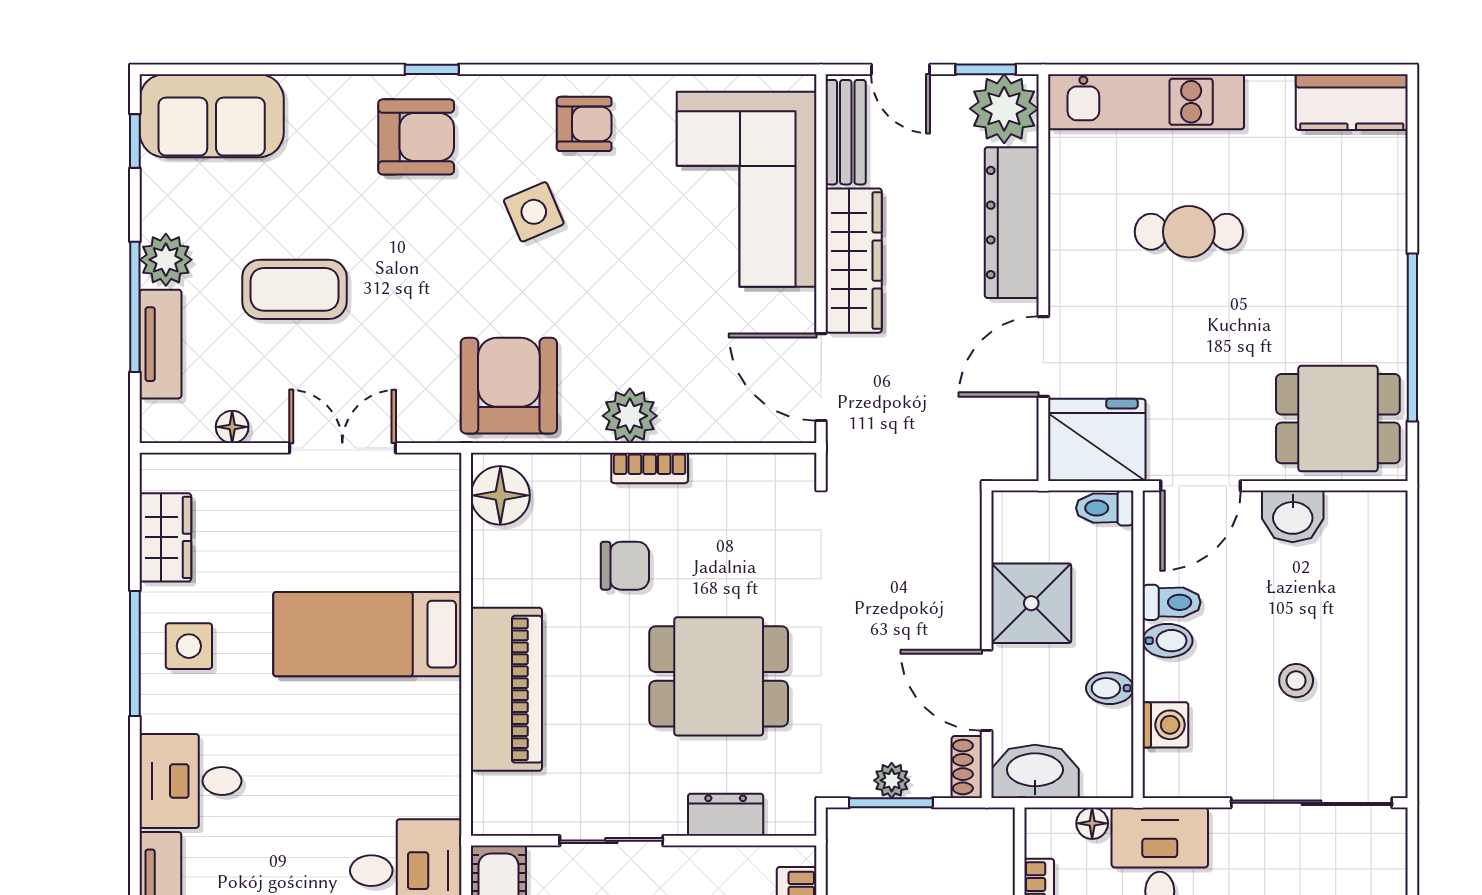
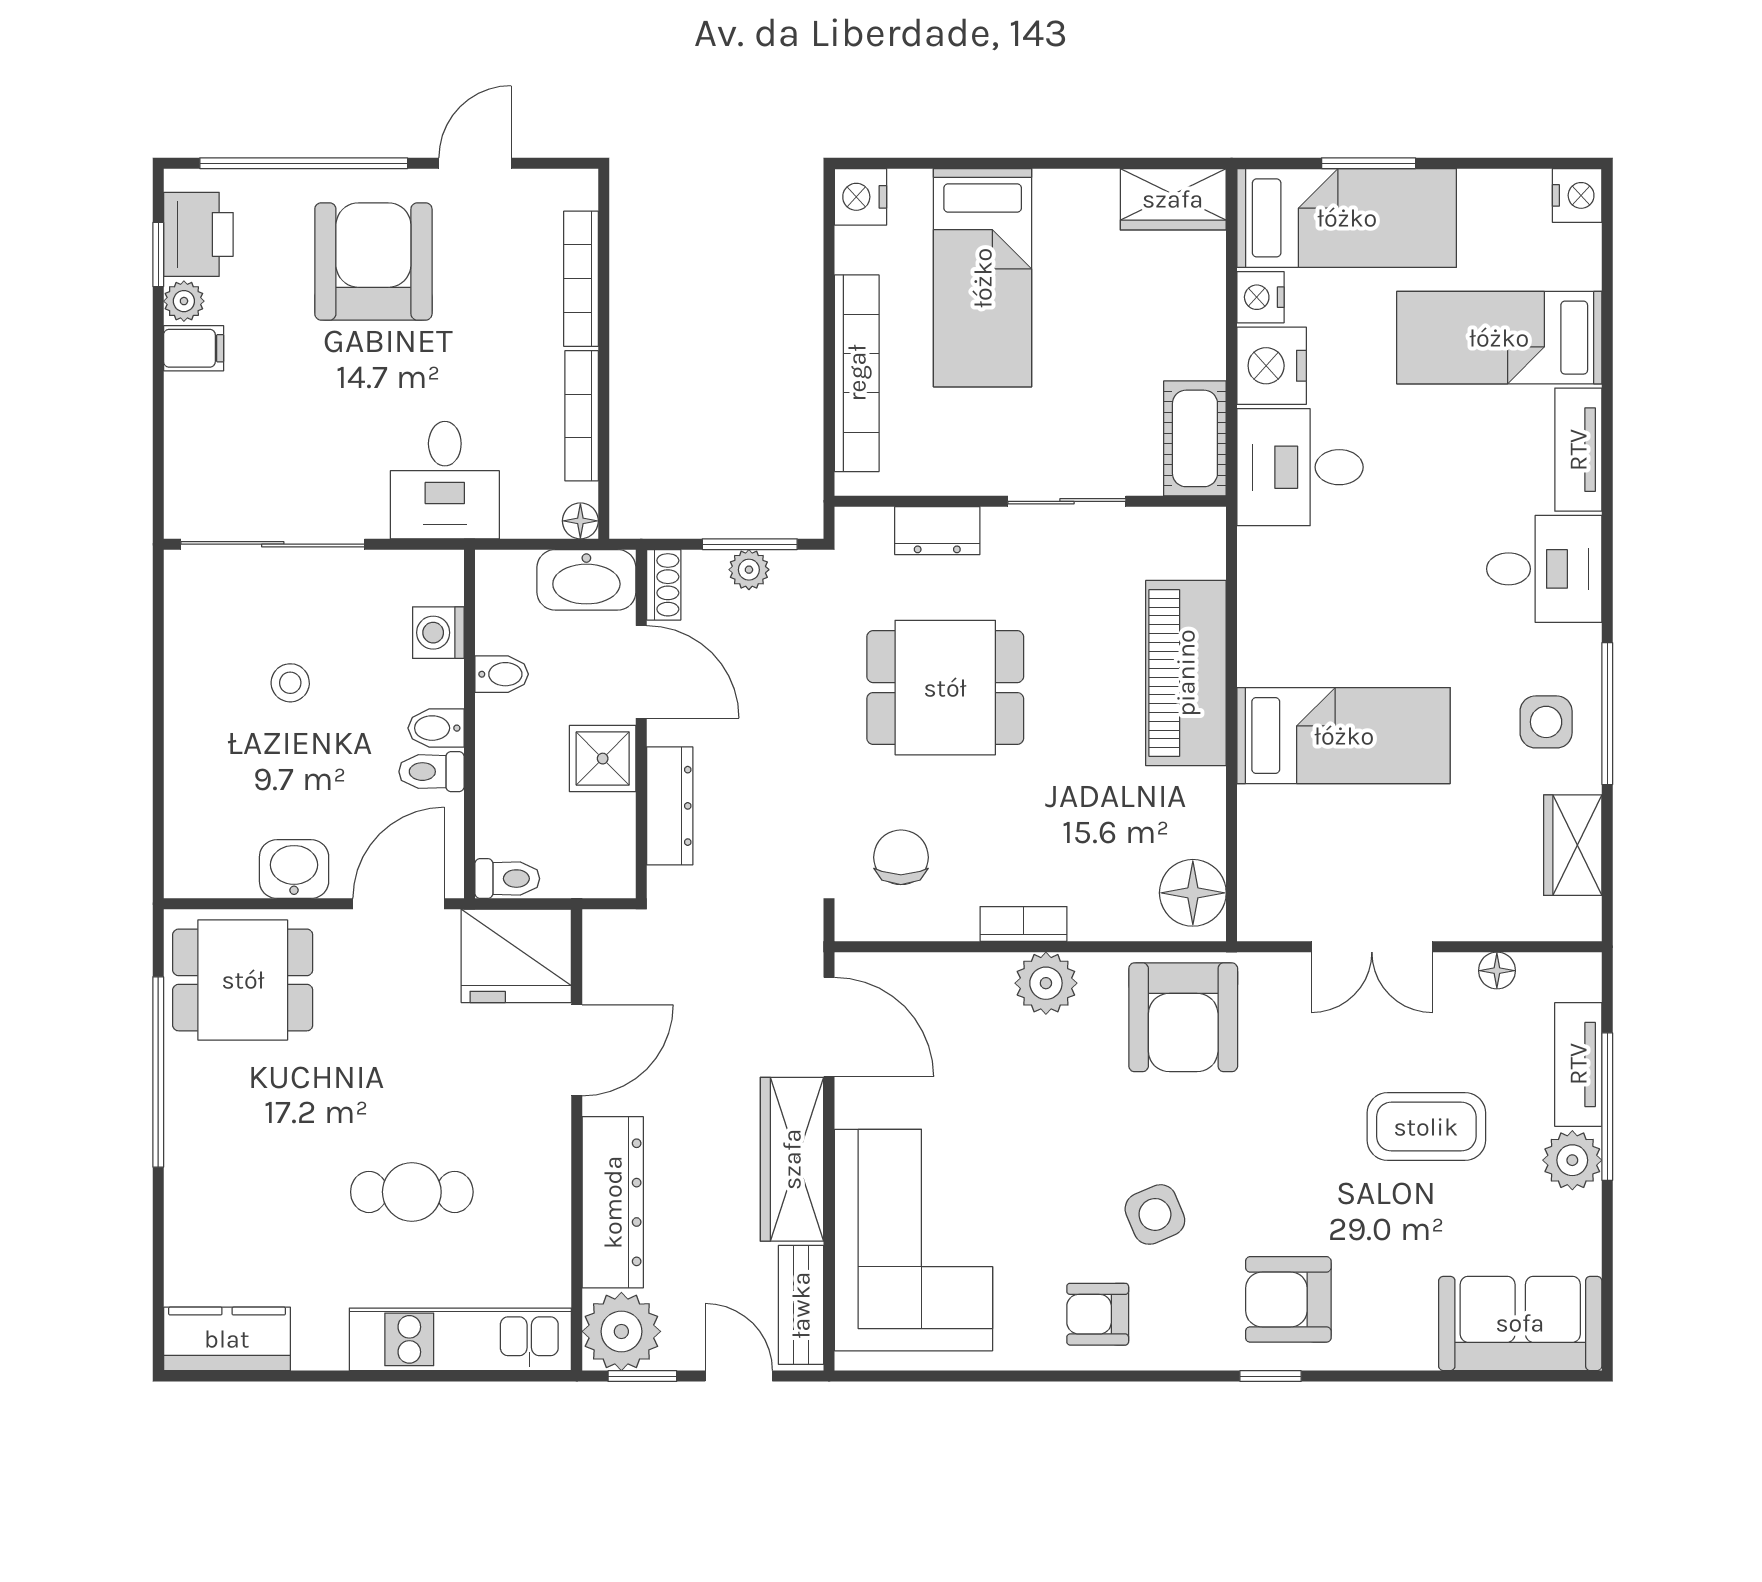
window: (135, 141) -> (1607, 1295), removed
chair: (625, 566) -> (901, 857), moved, turned 90
dresser: (962, 572) -> (670, 806), added
shower: (1031, 603) -> (603, 759), width x0.73, depth x0.73
floor lamp: (1092, 823) -> (580, 521), moved

